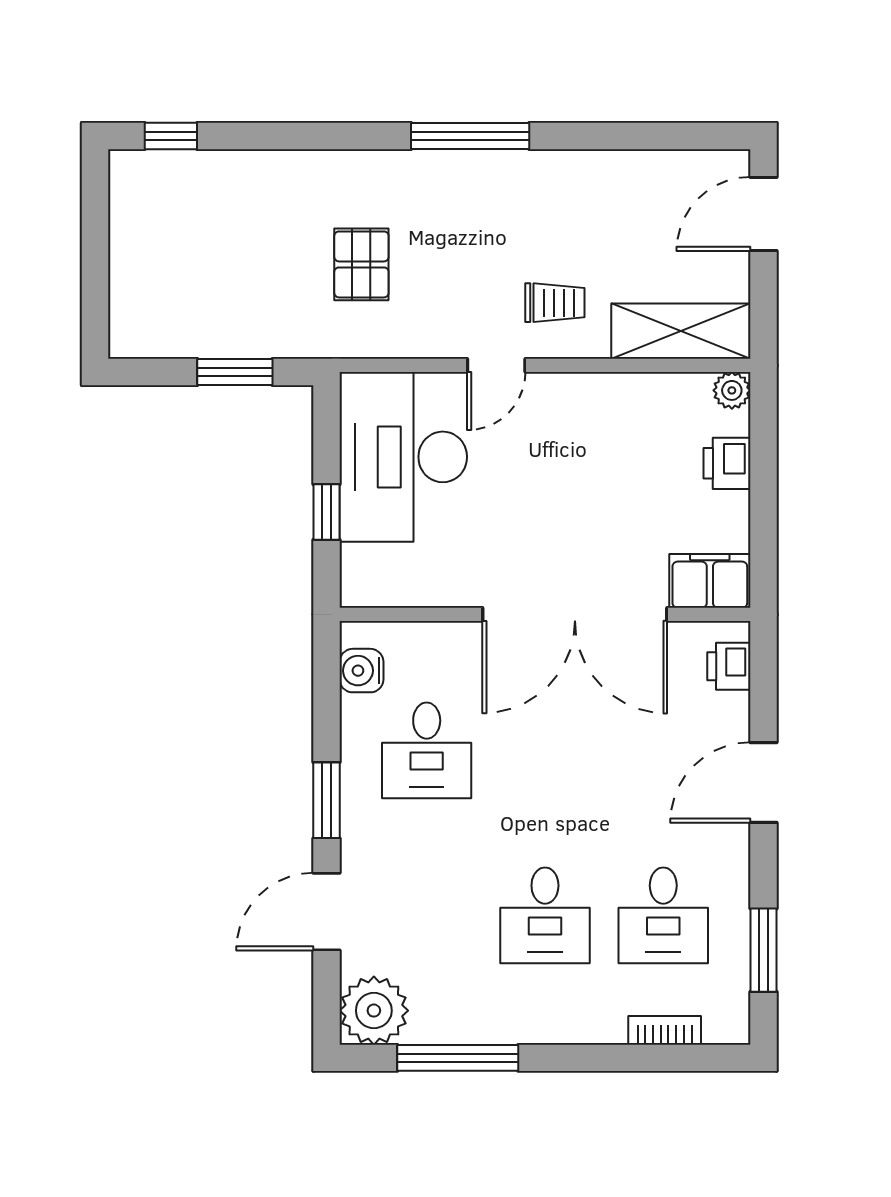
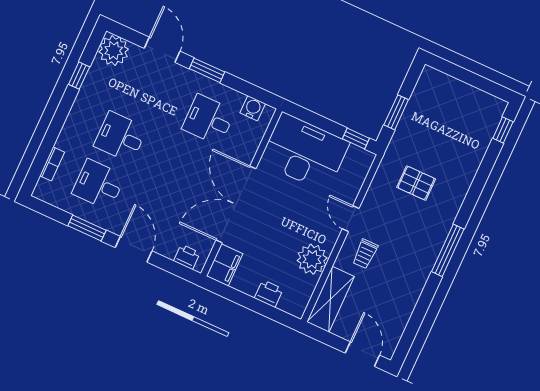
plant: (732, 390) -> (312, 259), moved, width x1.87, depth x1.87
desk: (403, 457) -> (304, 152), moved
window: (327, 512) -> (356, 138), moved
window: (763, 950) -> (87, 228), moved
window: (458, 1058) -> (79, 76), width x0.46

